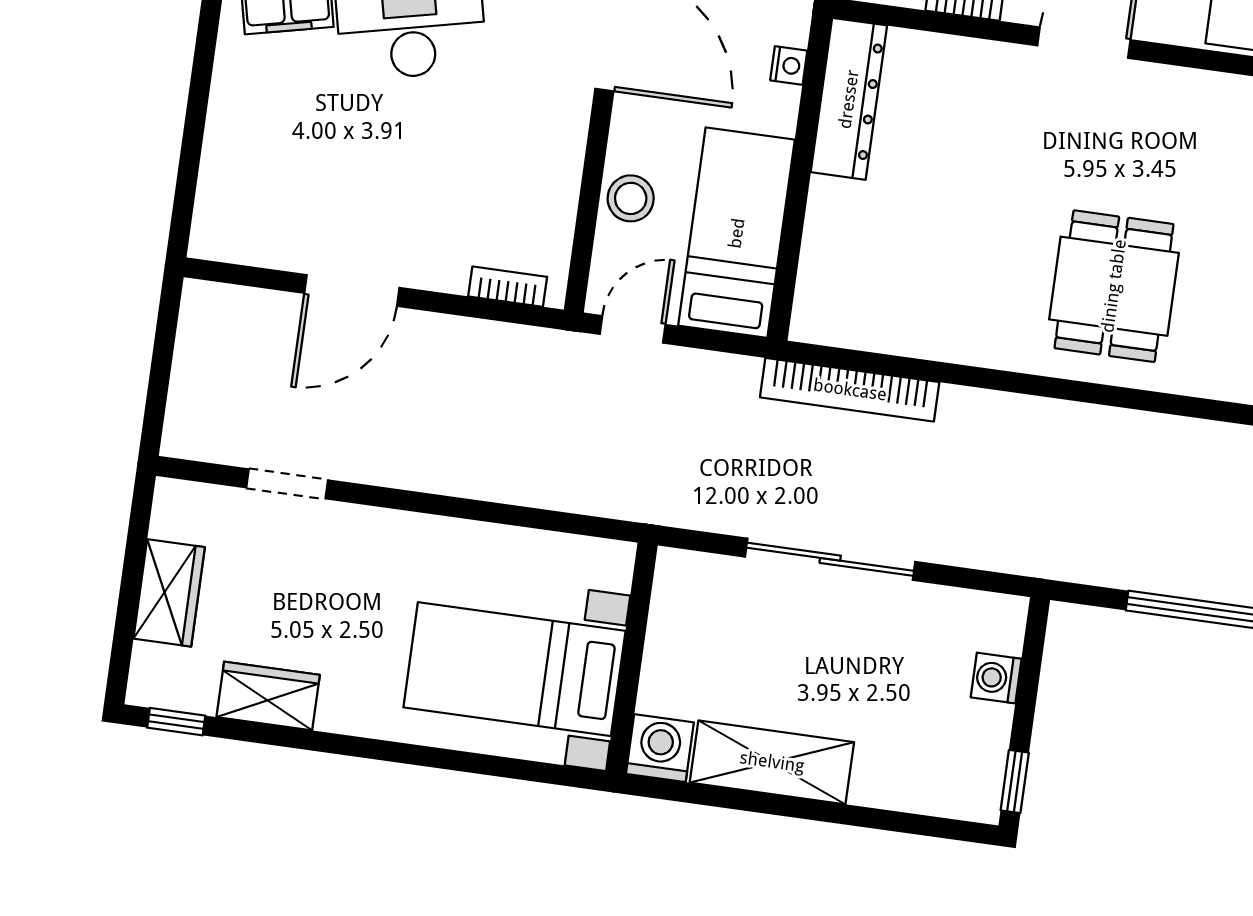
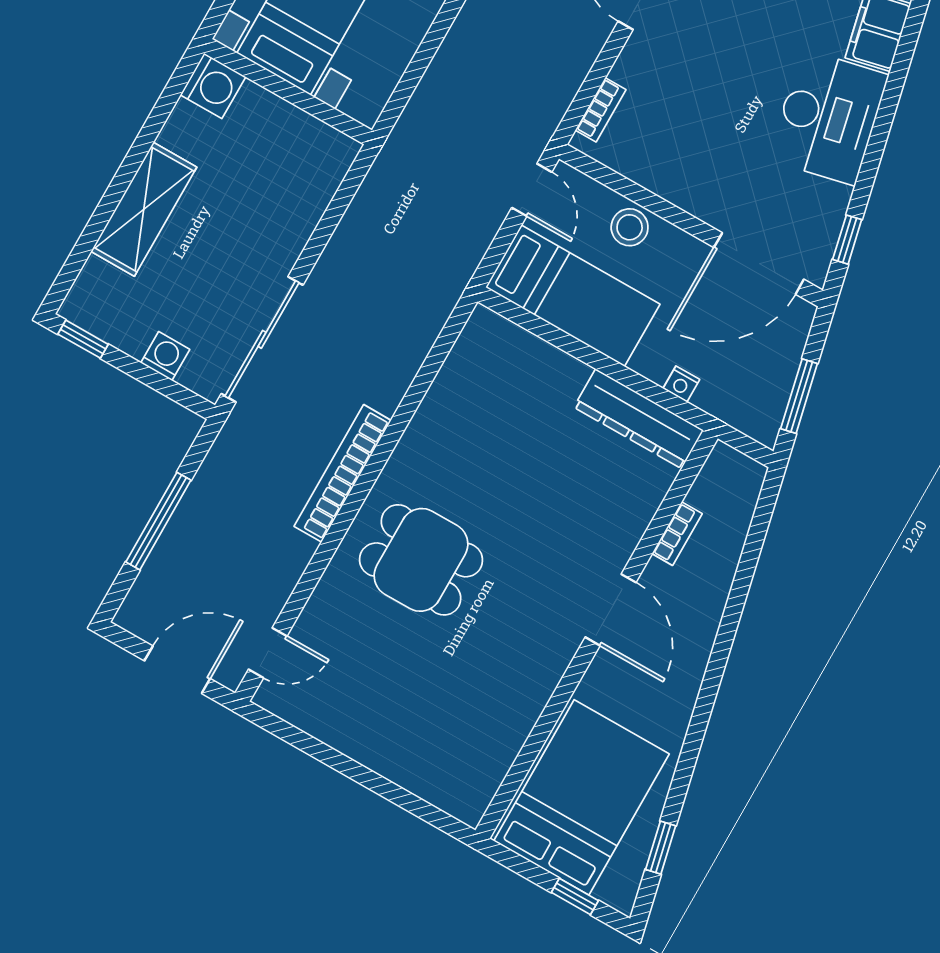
bookcase: (850, 390) -> (343, 473), moved
sliding door: (830, 559) -> (262, 339), moved
shelving: (772, 762) -> (144, 209), moved

